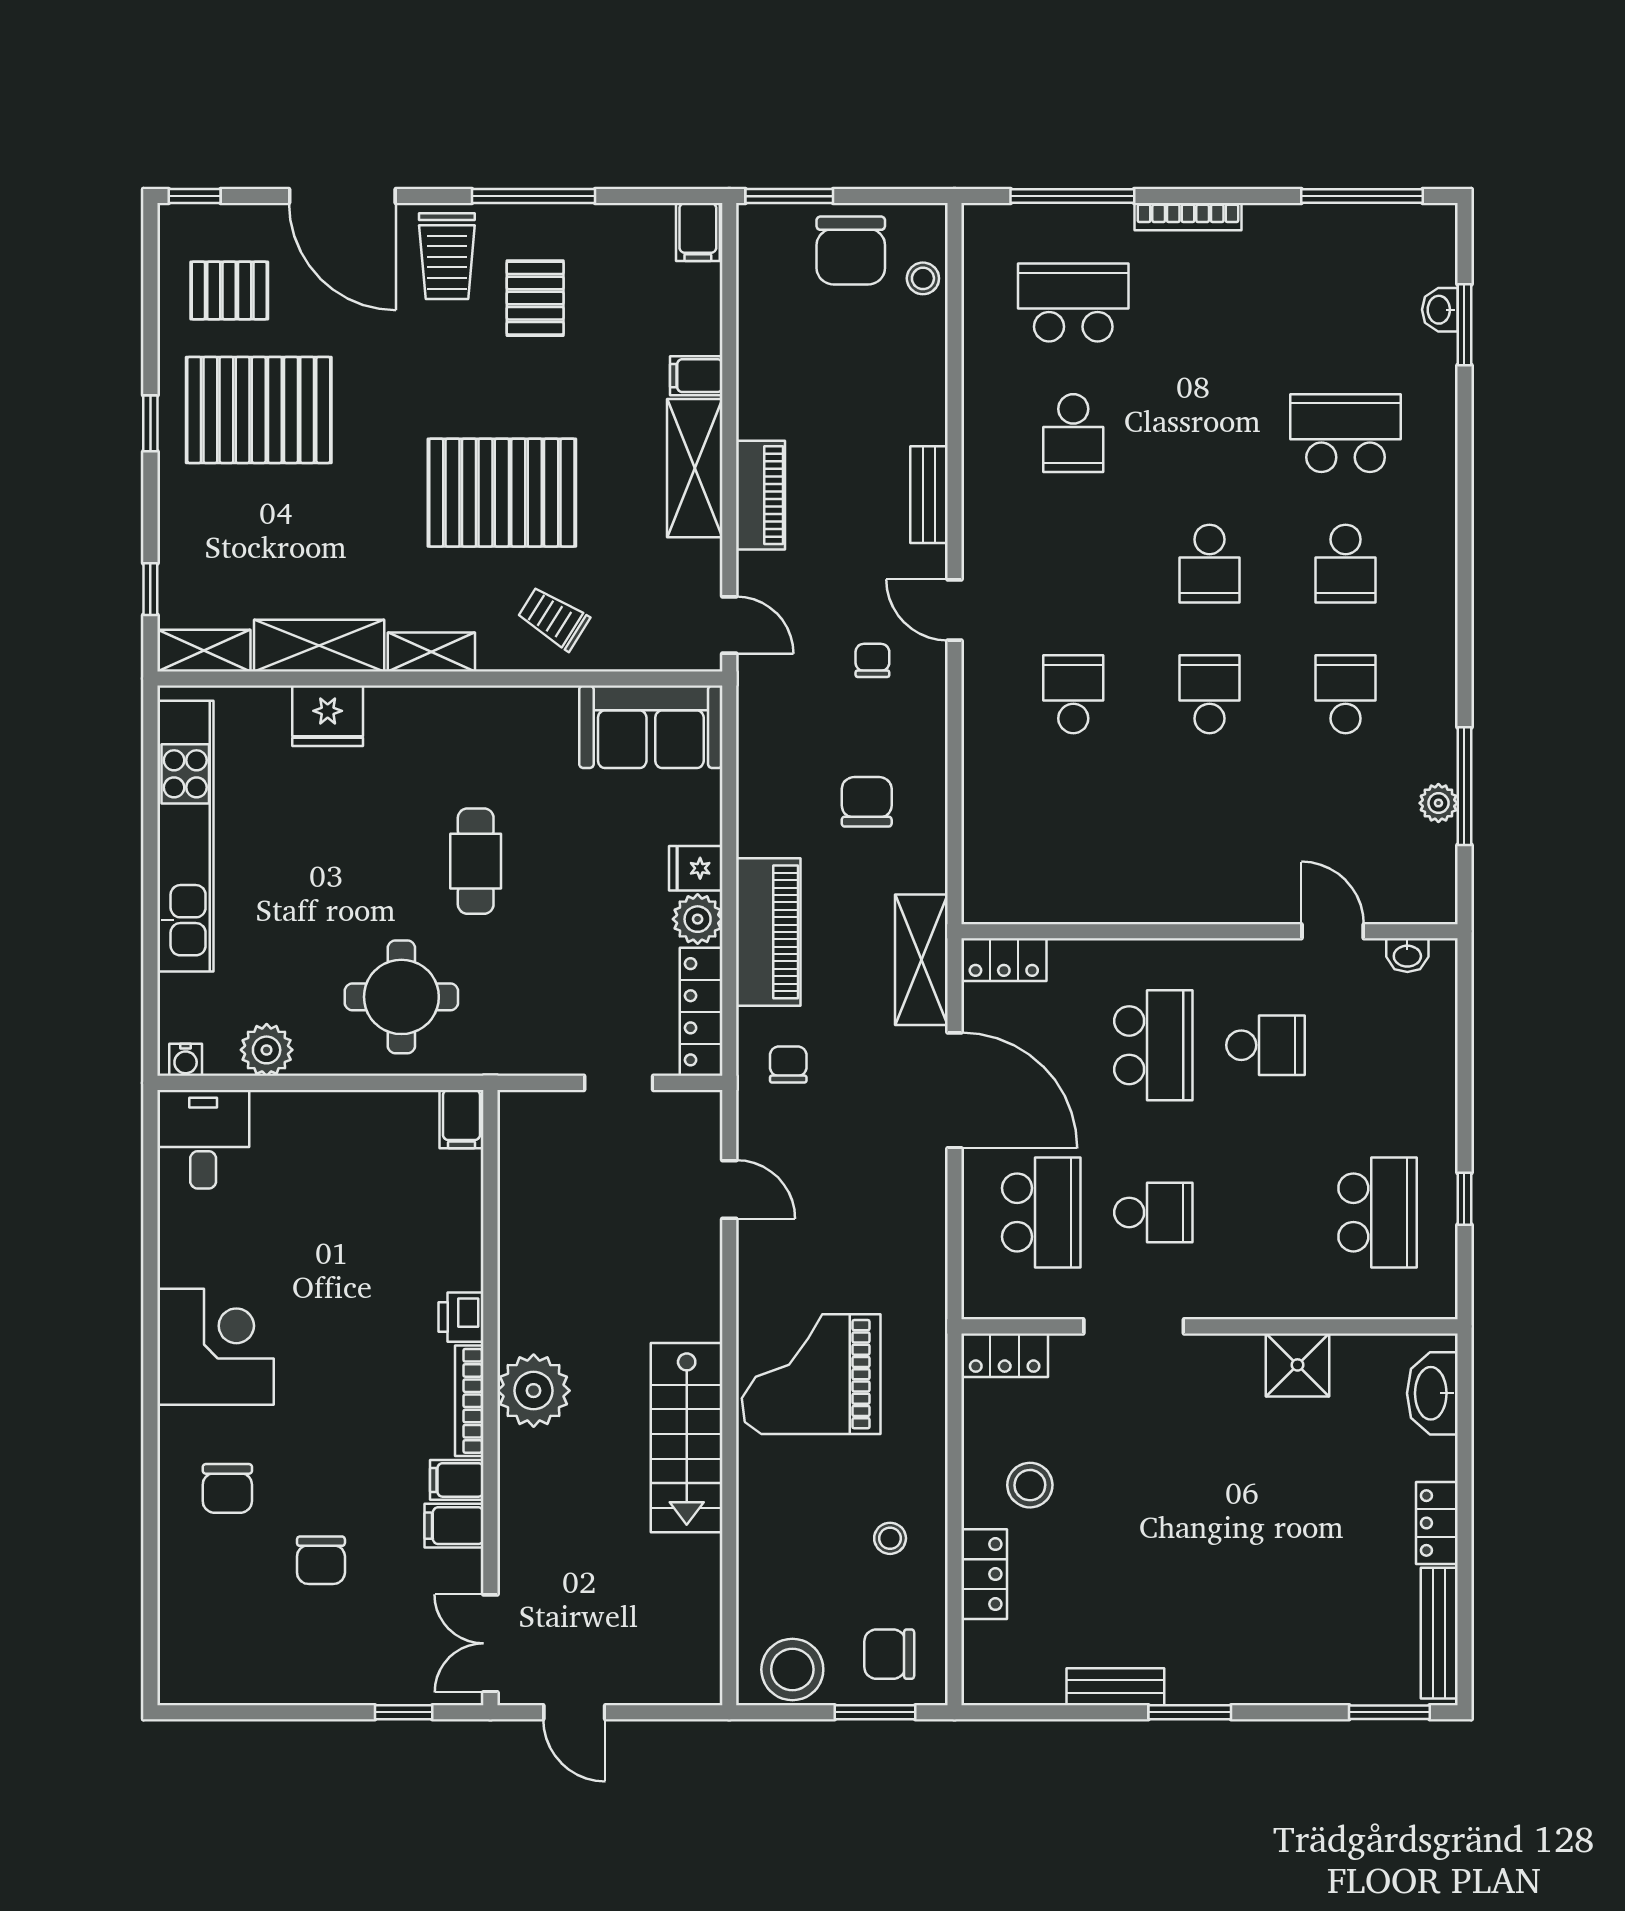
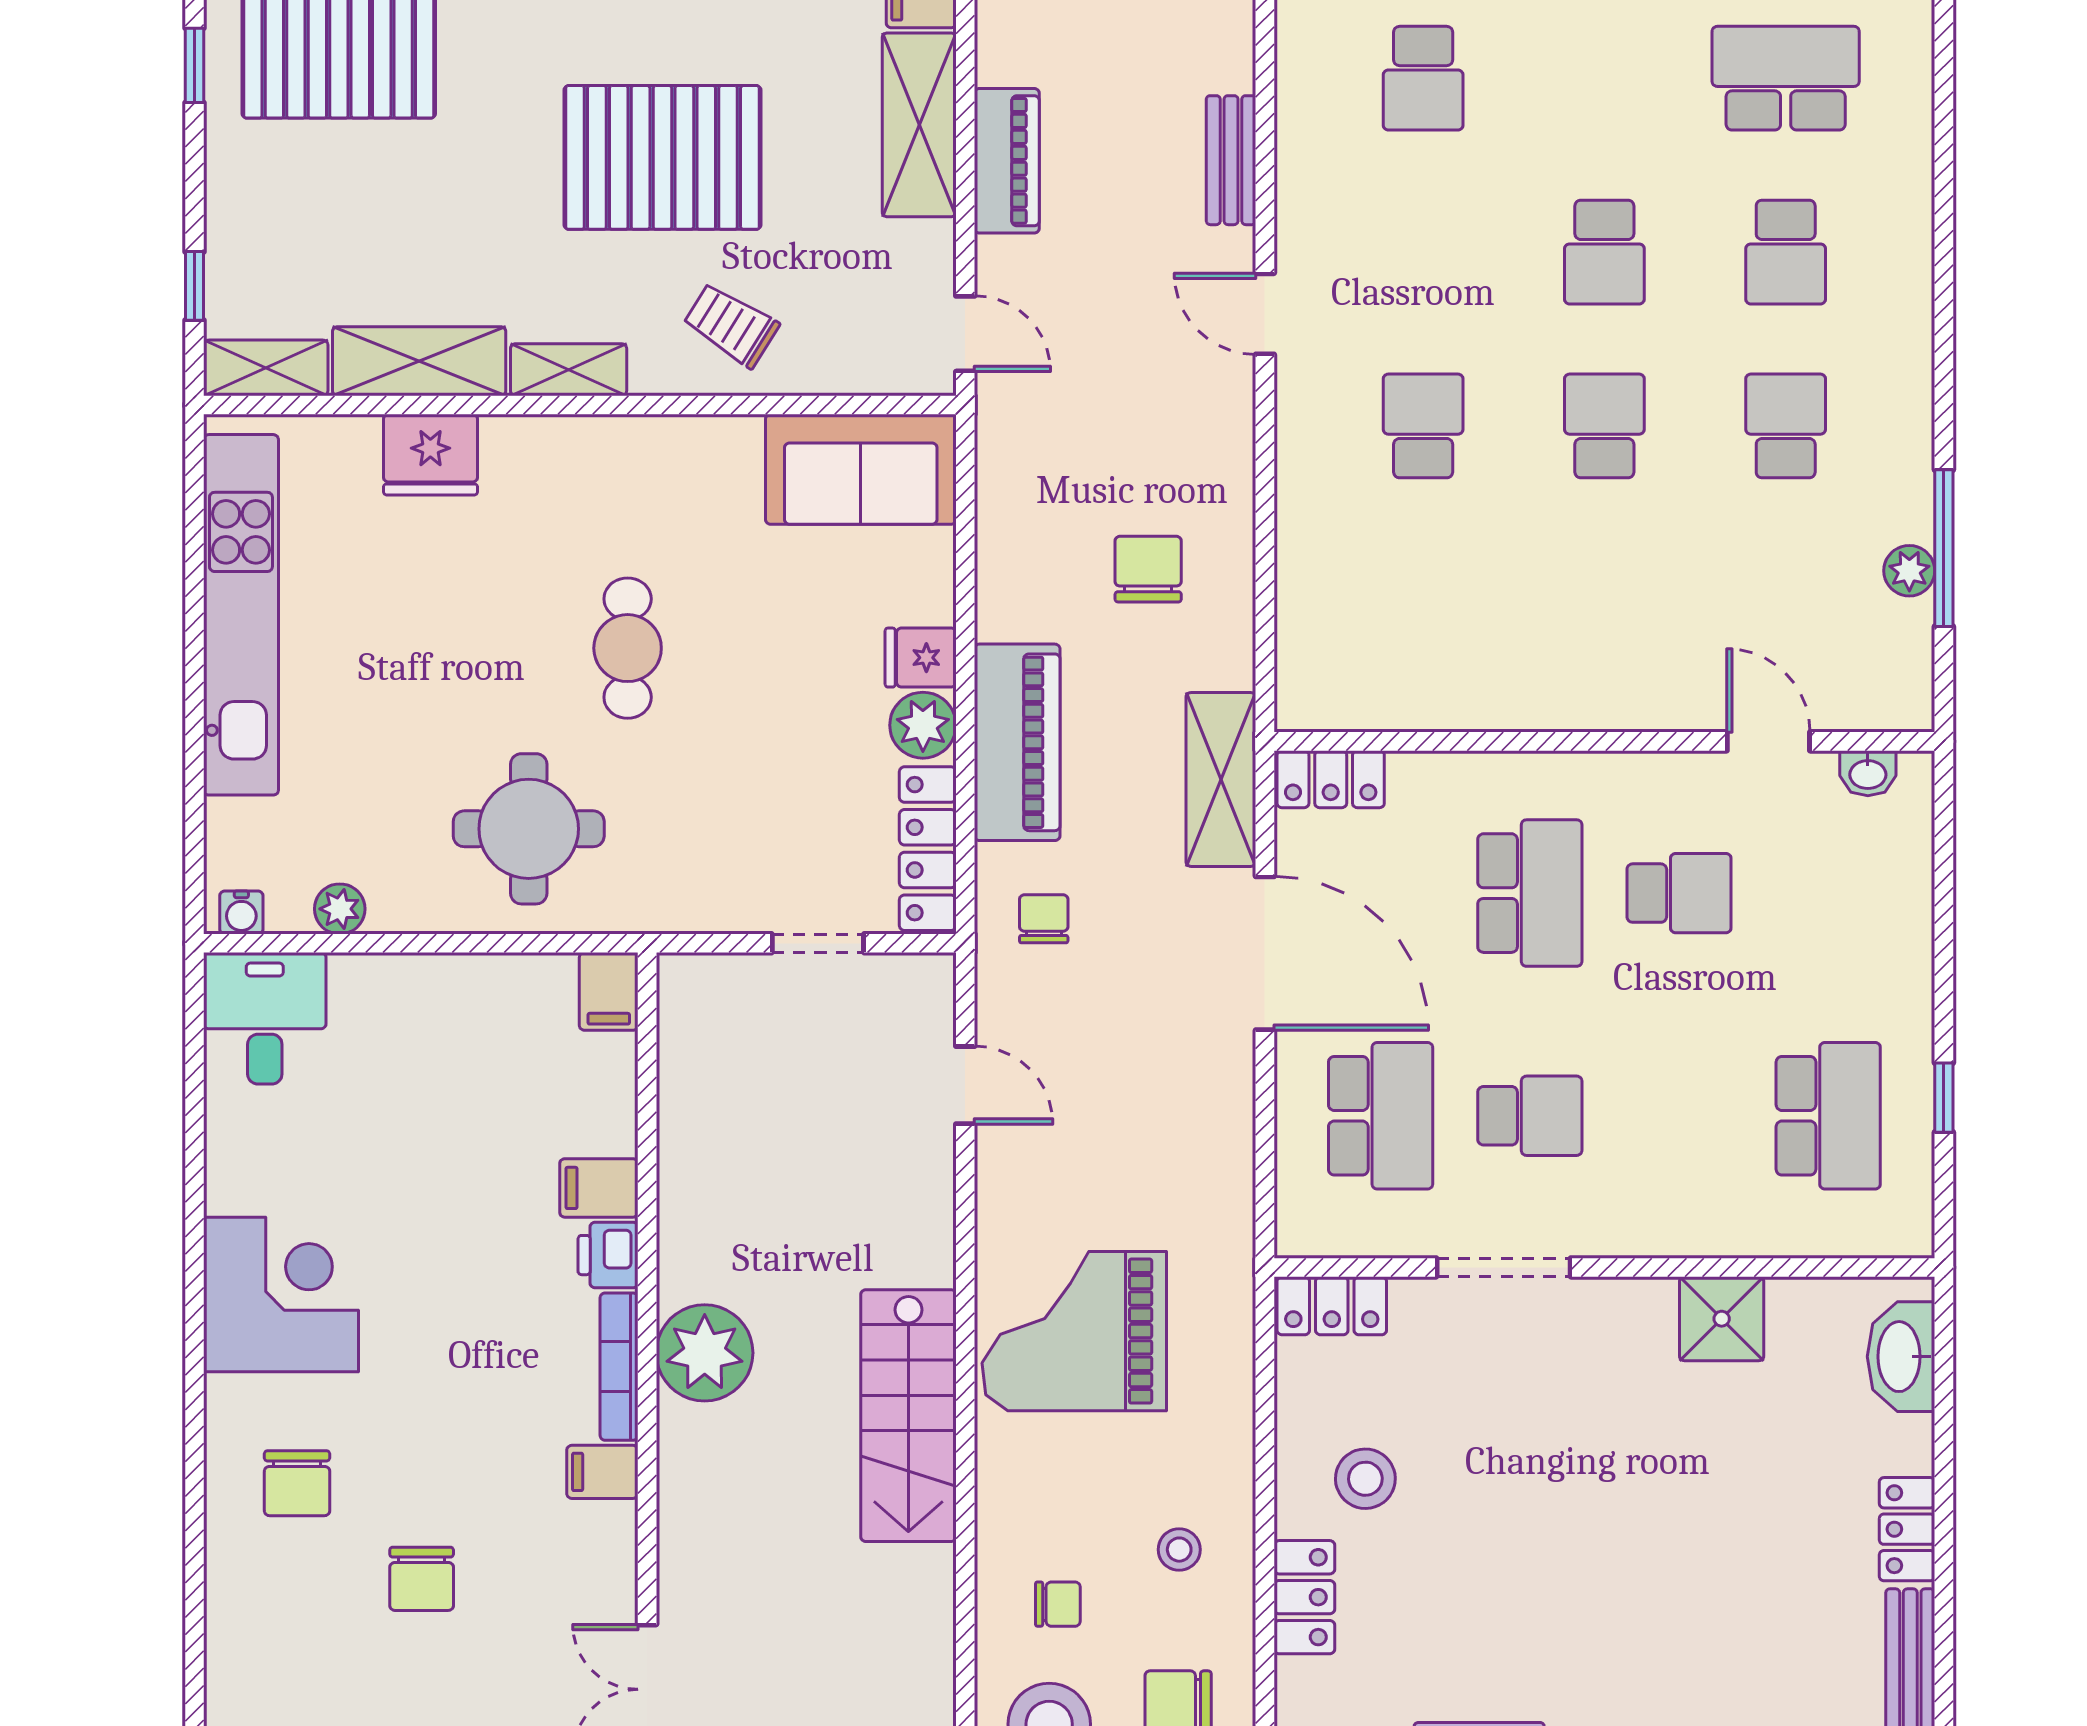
chair: (872, 660) -> (1058, 1604), moved, turned 90
plant: (267, 1050) -> (340, 909), width x0.73, depth x0.73
filing cabinet: (454, 1526) -> (599, 1188), moved

